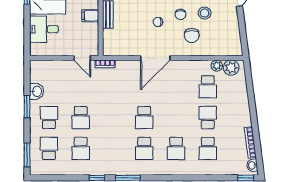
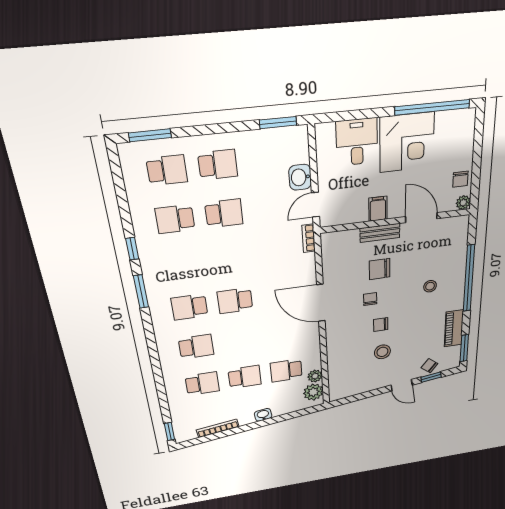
chair: (192, 35) -> (380, 269), moved
washbasin: (37, 91) -> (300, 177), moved, turned 90
window: (27, 107) -> (278, 123), moved
school desk: (81, 118) -> (224, 213), turned 180
school desk: (176, 148) -> (196, 347), turned 180
school desk: (208, 148) -> (202, 384), turned 180
washbasin: (252, 165) -> (263, 415), moved

